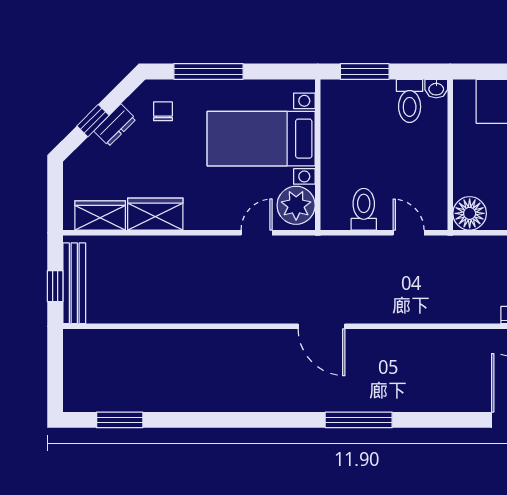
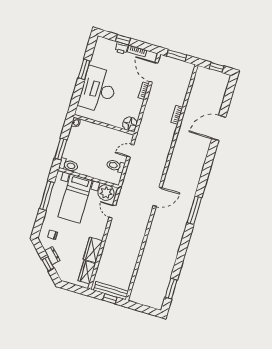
window: (209, 72) -> (47, 196), moved
toilet: (410, 101) -> (69, 165), moved
window: (359, 420) -> (194, 210), moved

